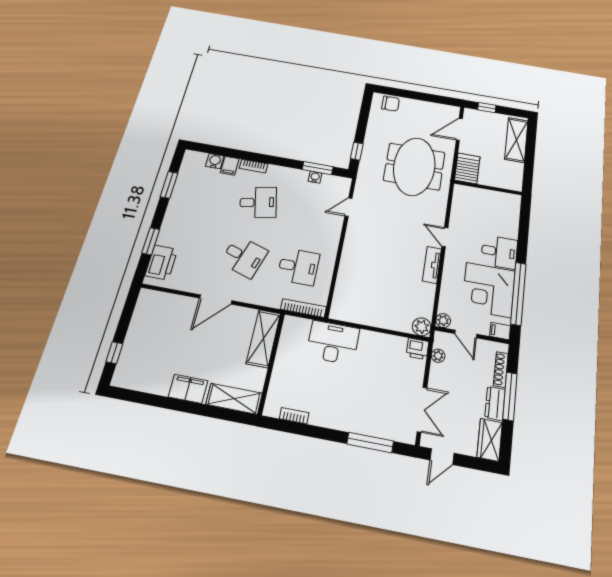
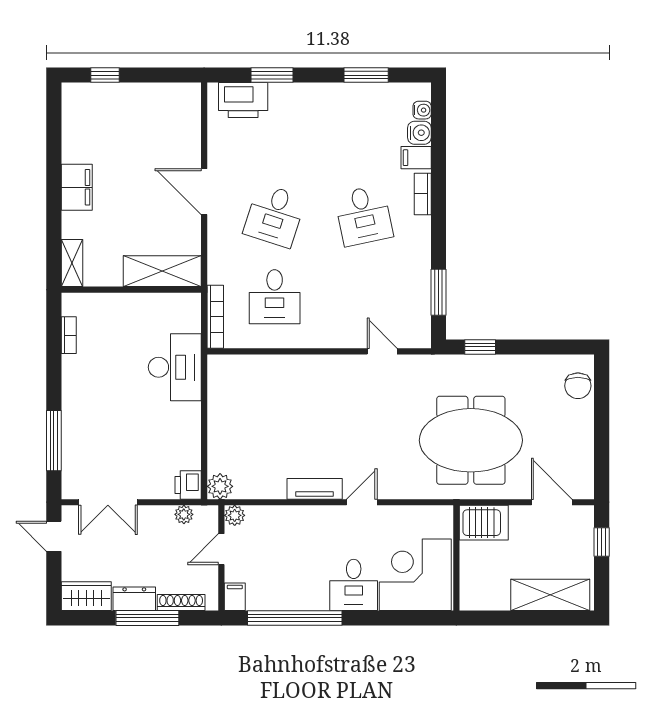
water cooler: (315, 177) -> (422, 110), moved
corner desk: (489, 290) -> (415, 575), moved
shelving: (234, 399) -> (72, 263), width x0.67, depth x0.75

